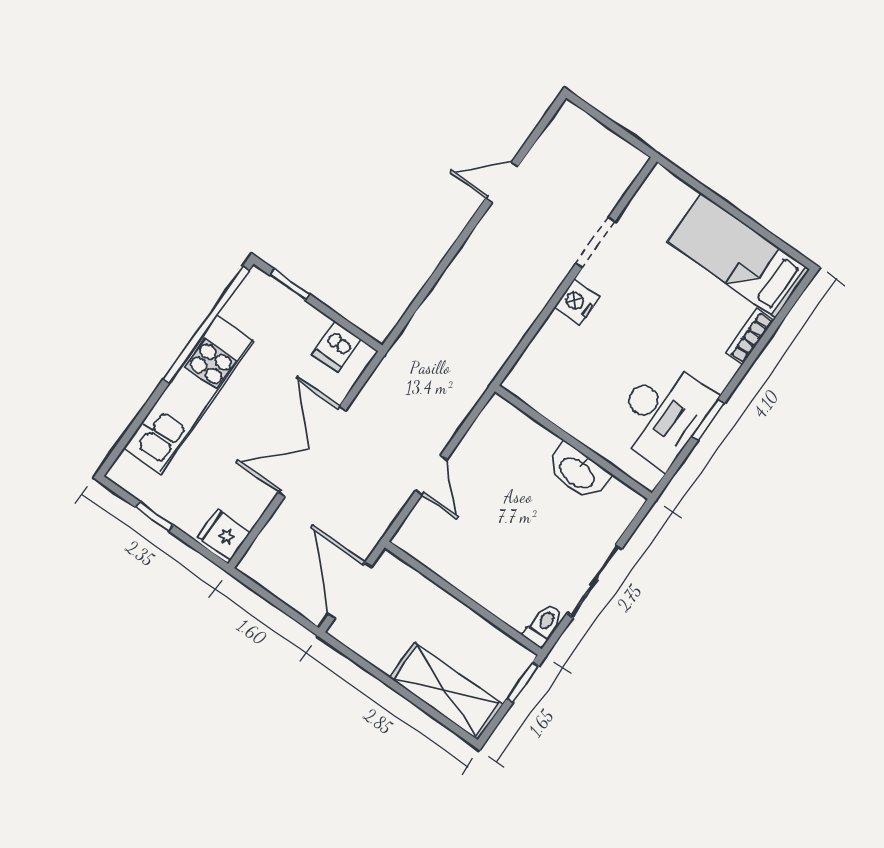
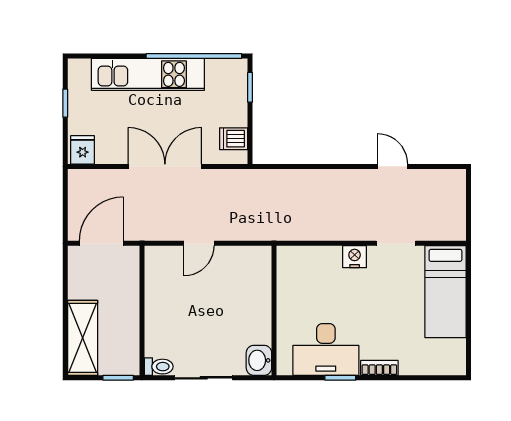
bed: (738, 256) -> (445, 292), moved, turned 180
bookcase: (750, 336) -> (379, 368), moved
washbasin: (578, 472) -> (259, 360), moved, width x0.72

